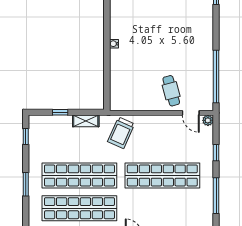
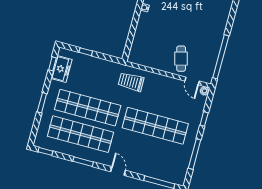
shelving: (86, 121) -> (105, 64), removed
trolley: (121, 133) -> (131, 82), turned 66
freezer: (38, 140) -> (61, 69), added

